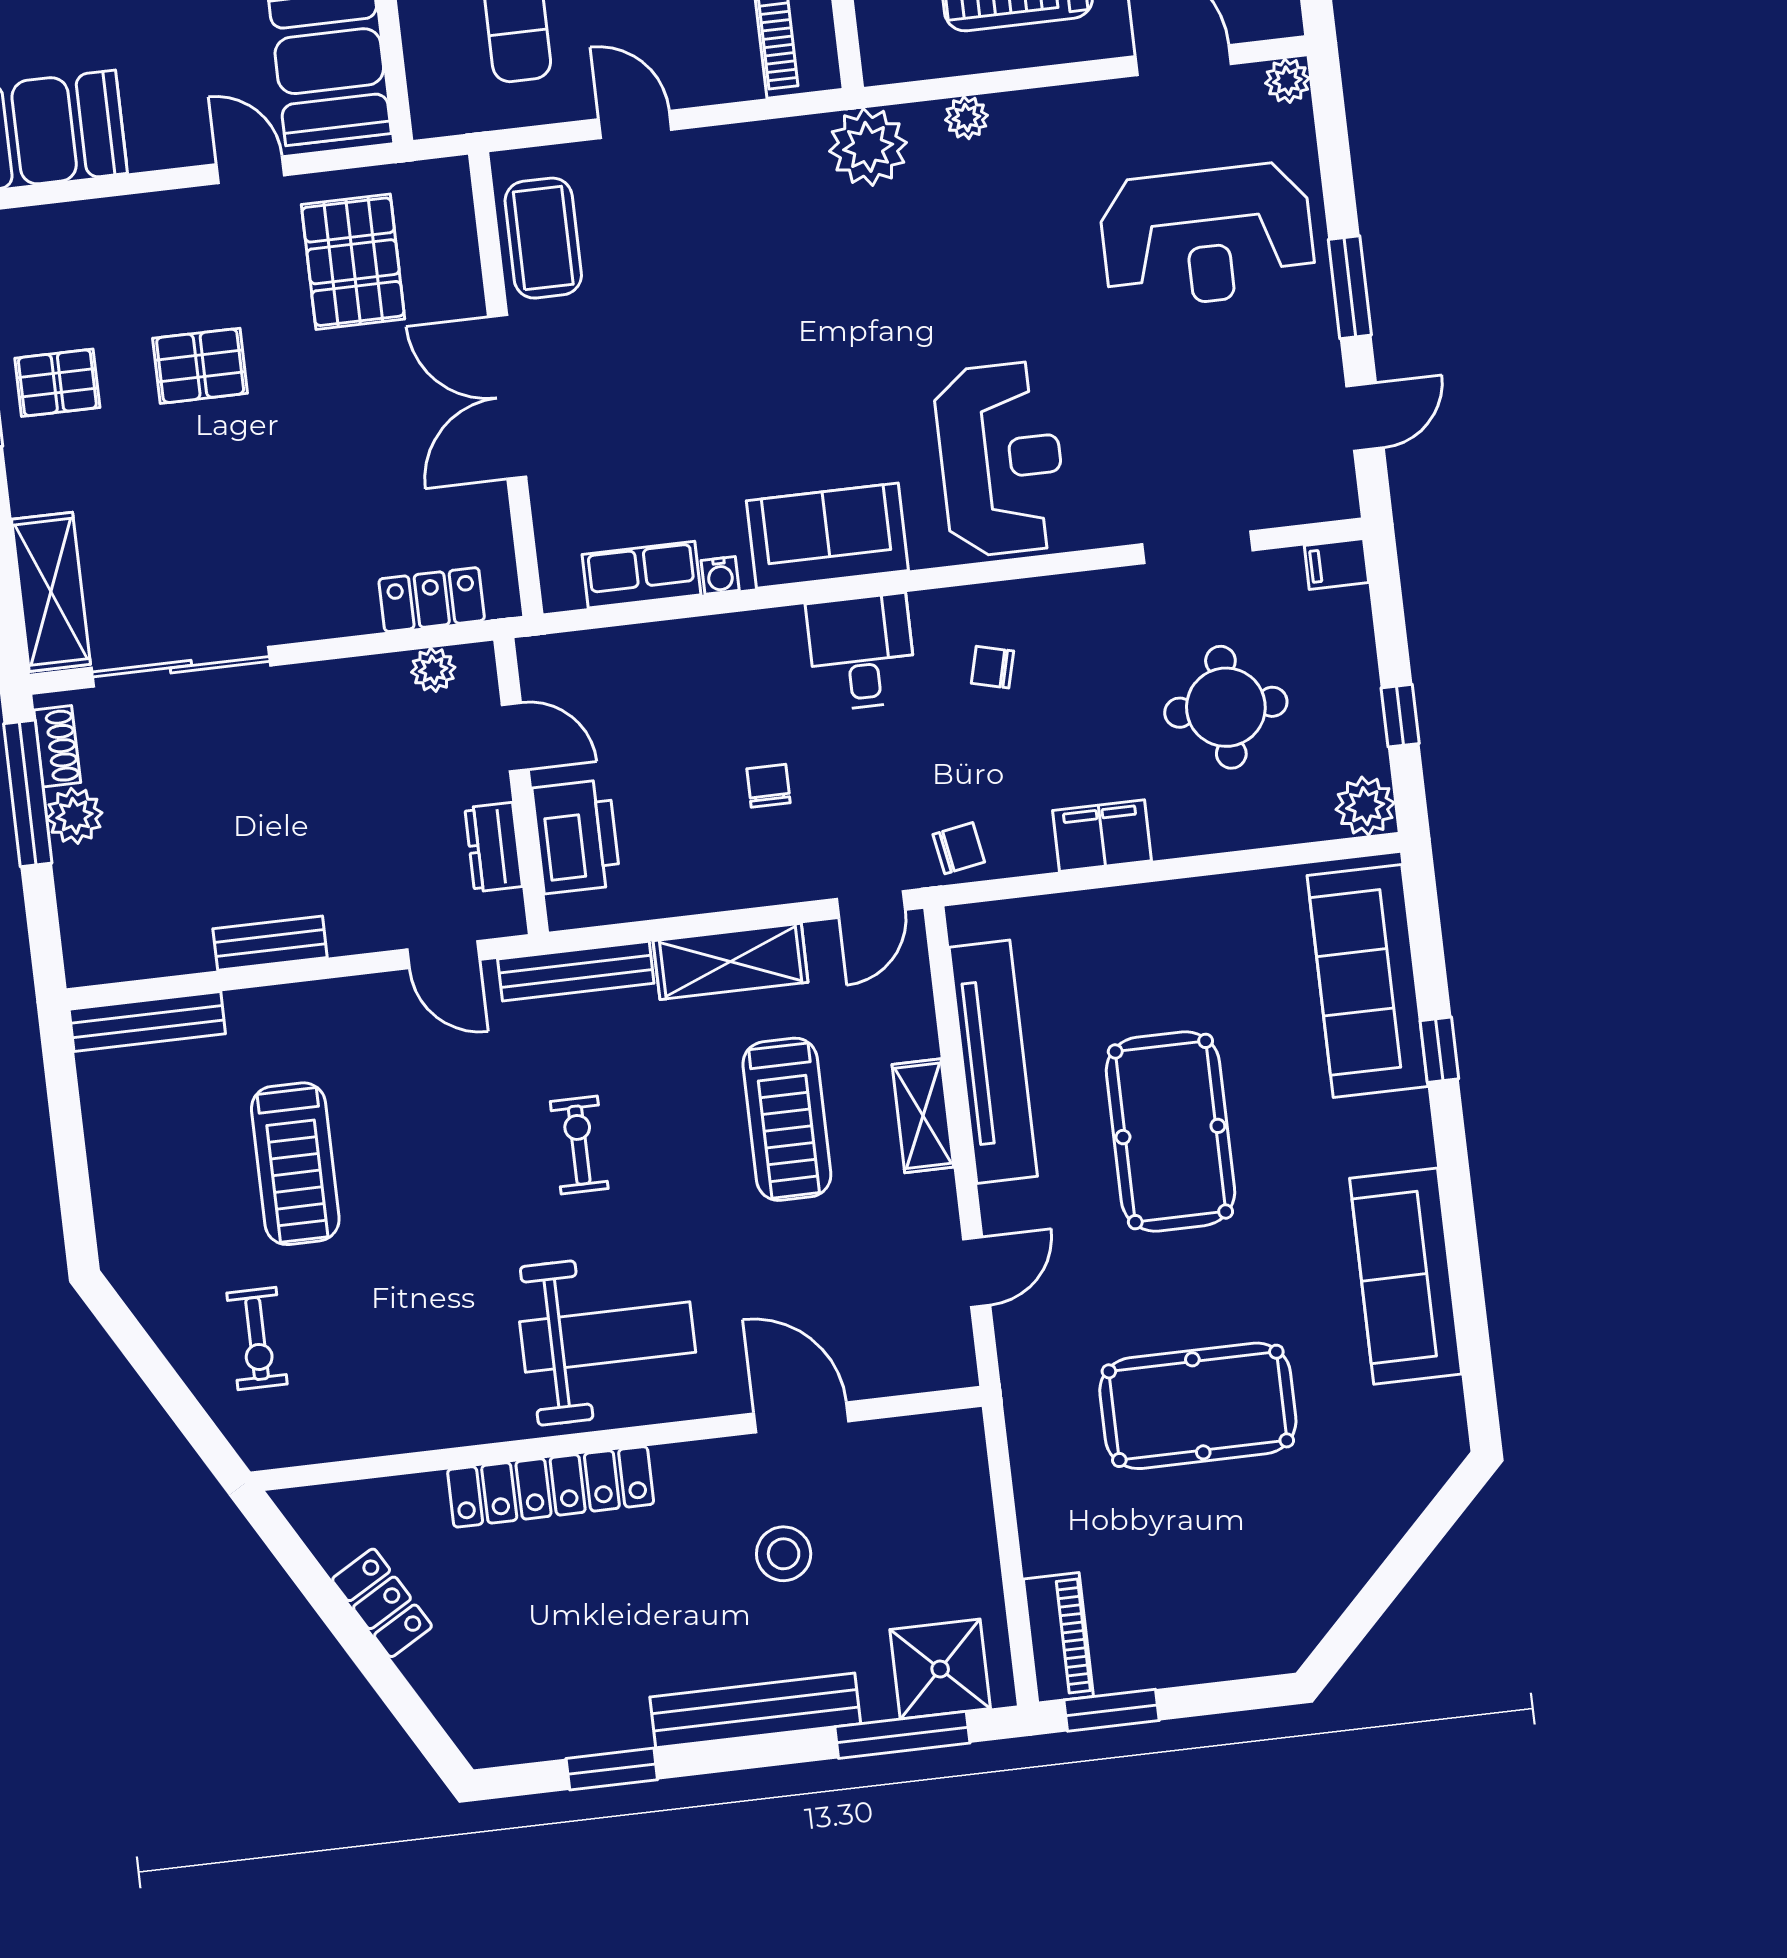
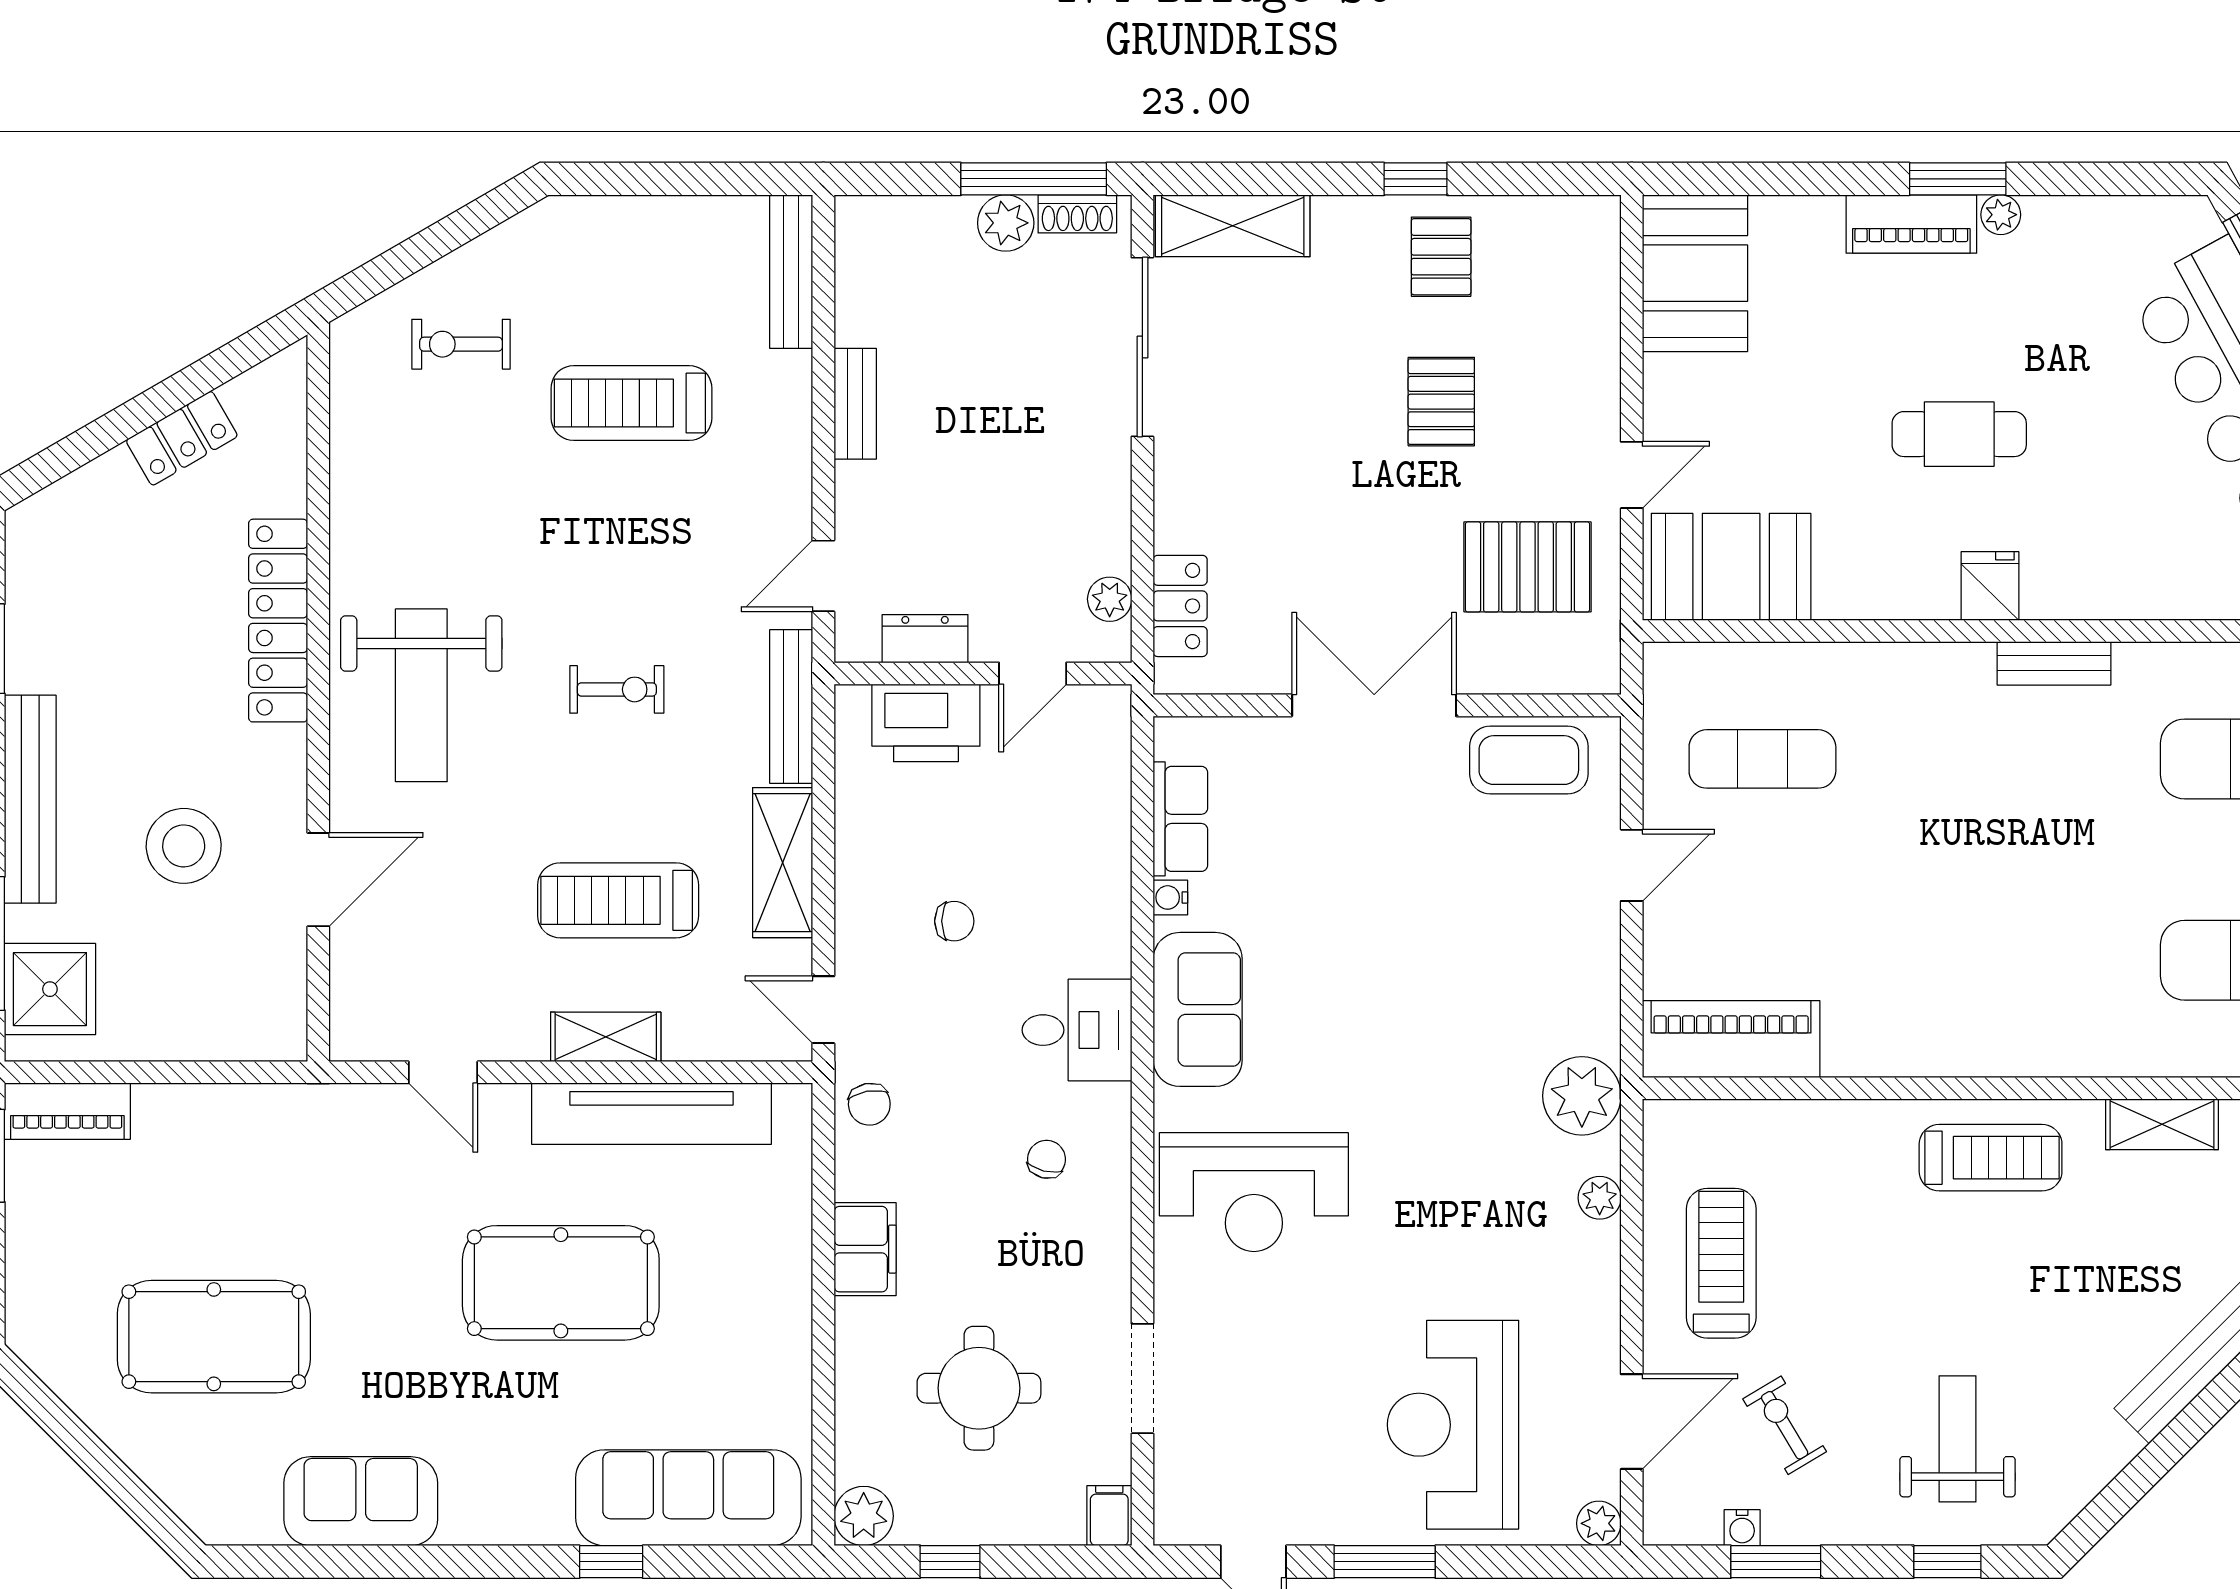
sofa: (1406, 1276) -> (361, 1501), width x0.73
pool table: (1198, 1406) -> (214, 1337), moved, turned 90
stool: (784, 1554) -> (184, 846), width x1.38, depth x1.38

